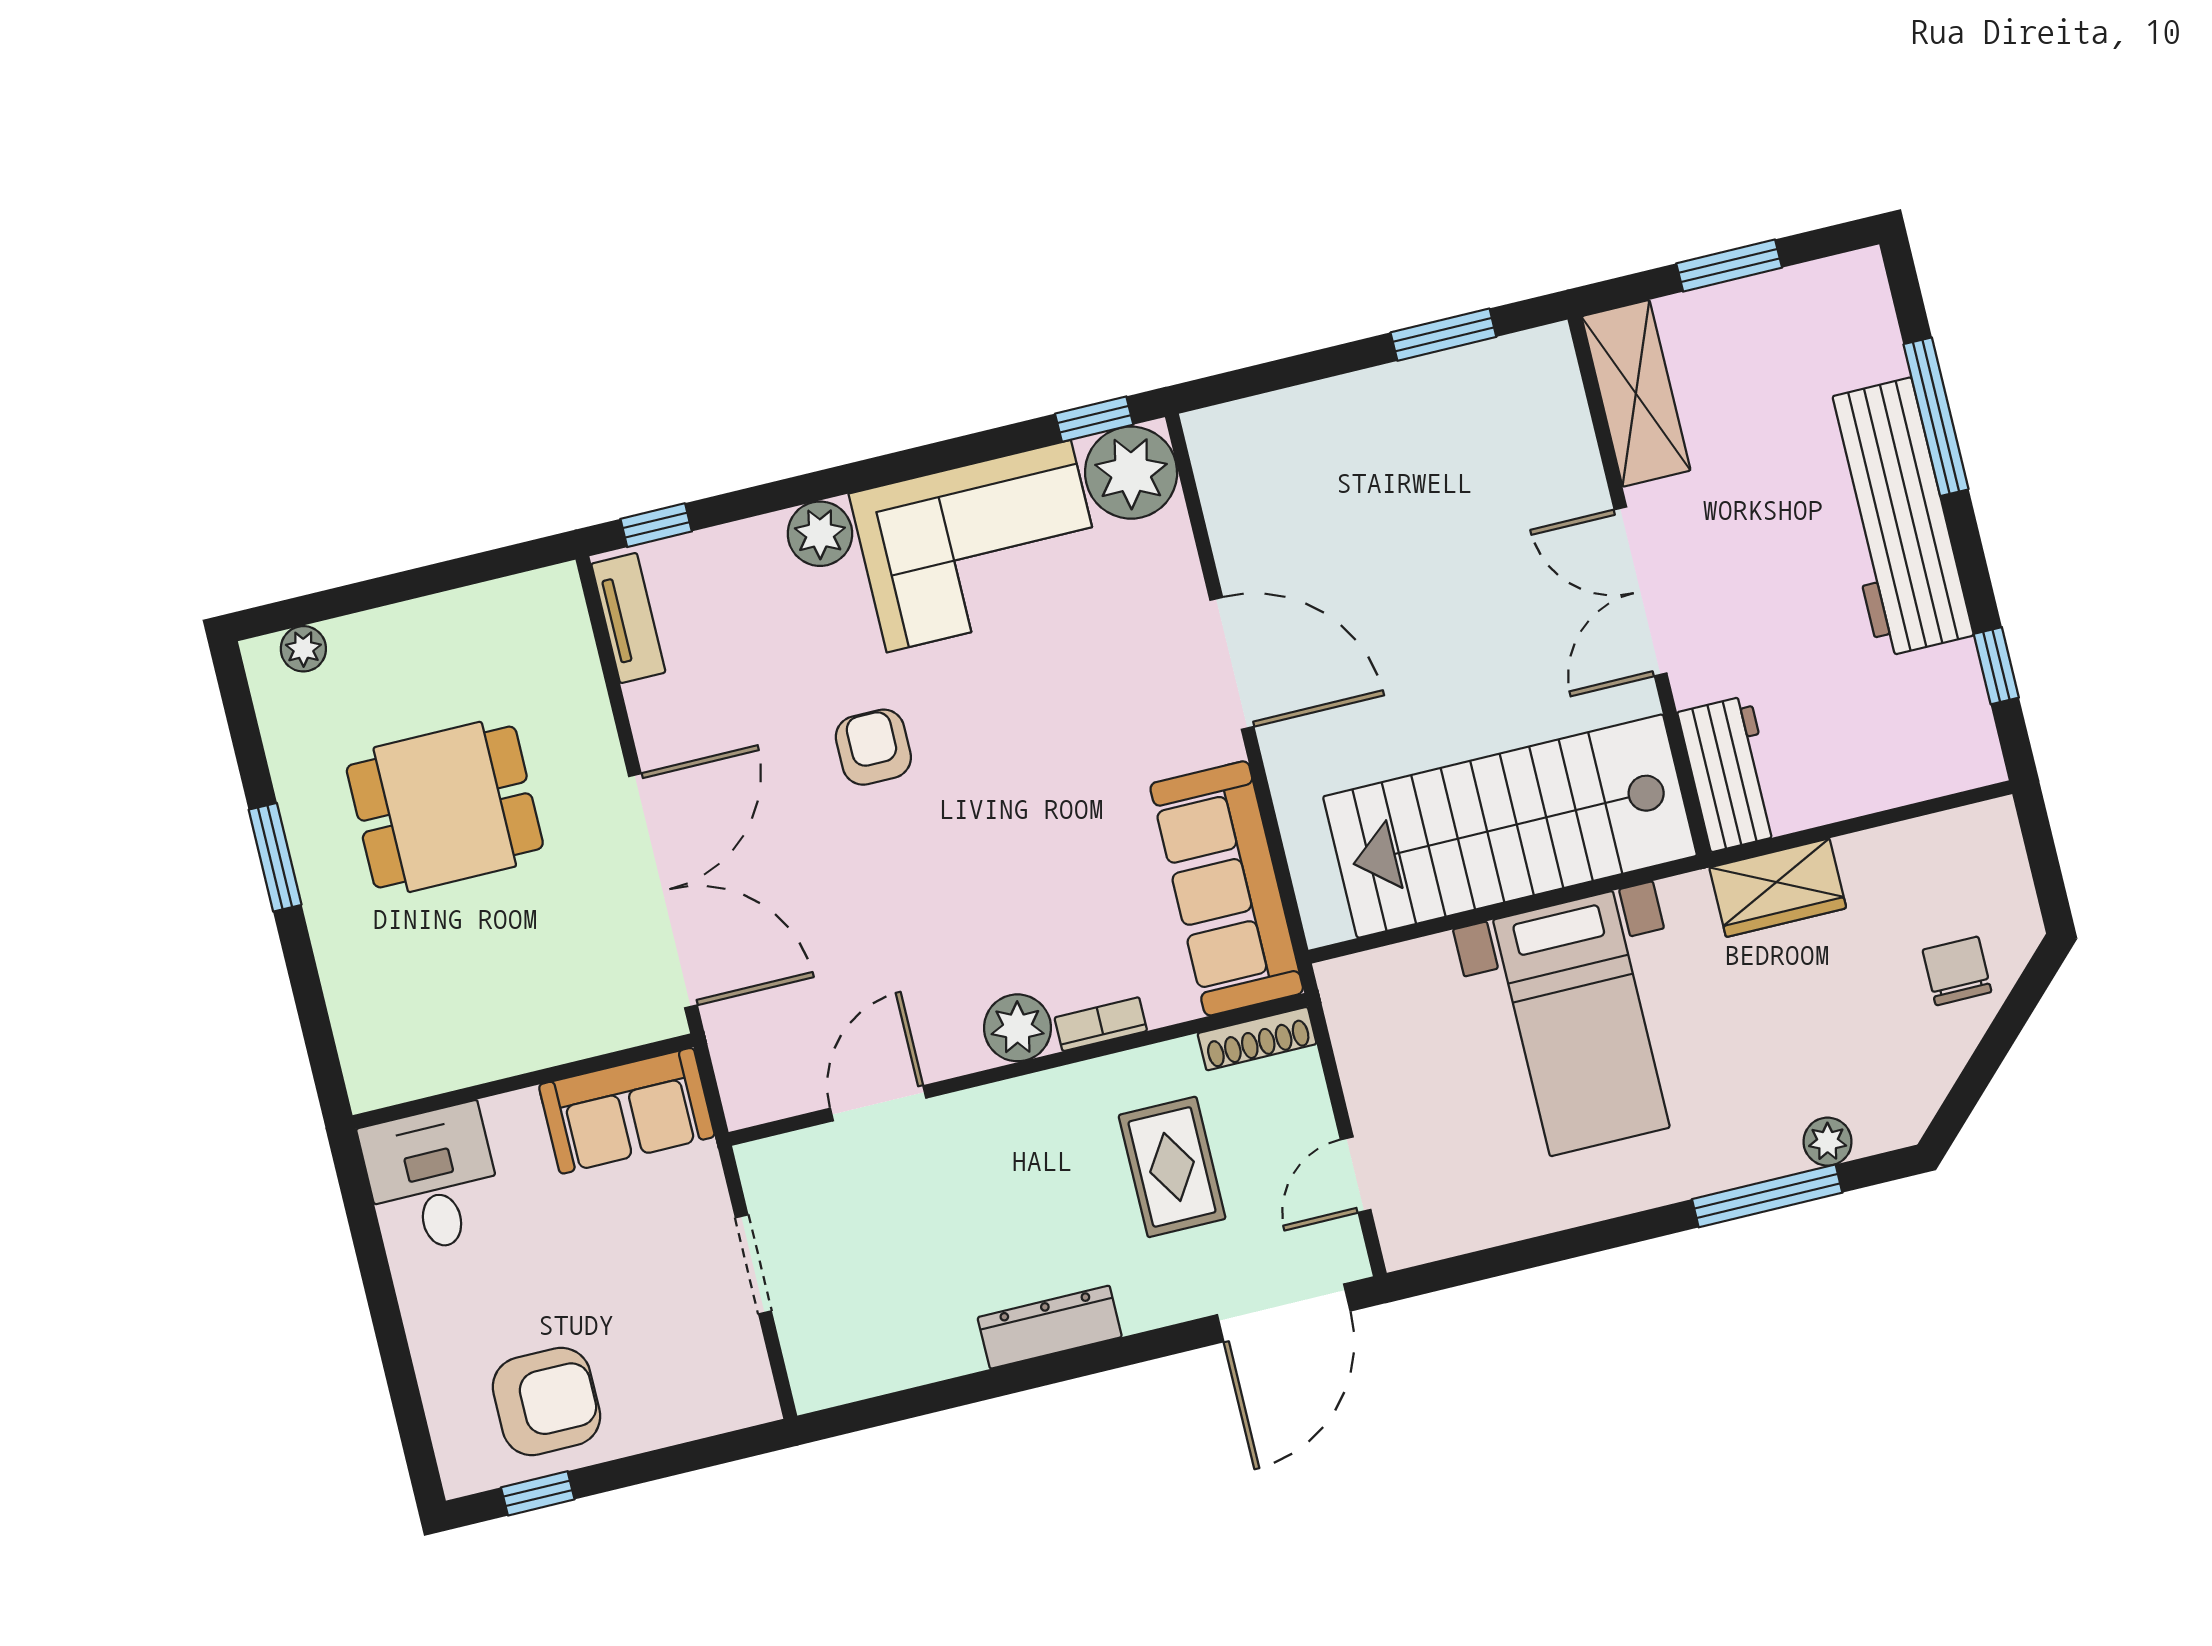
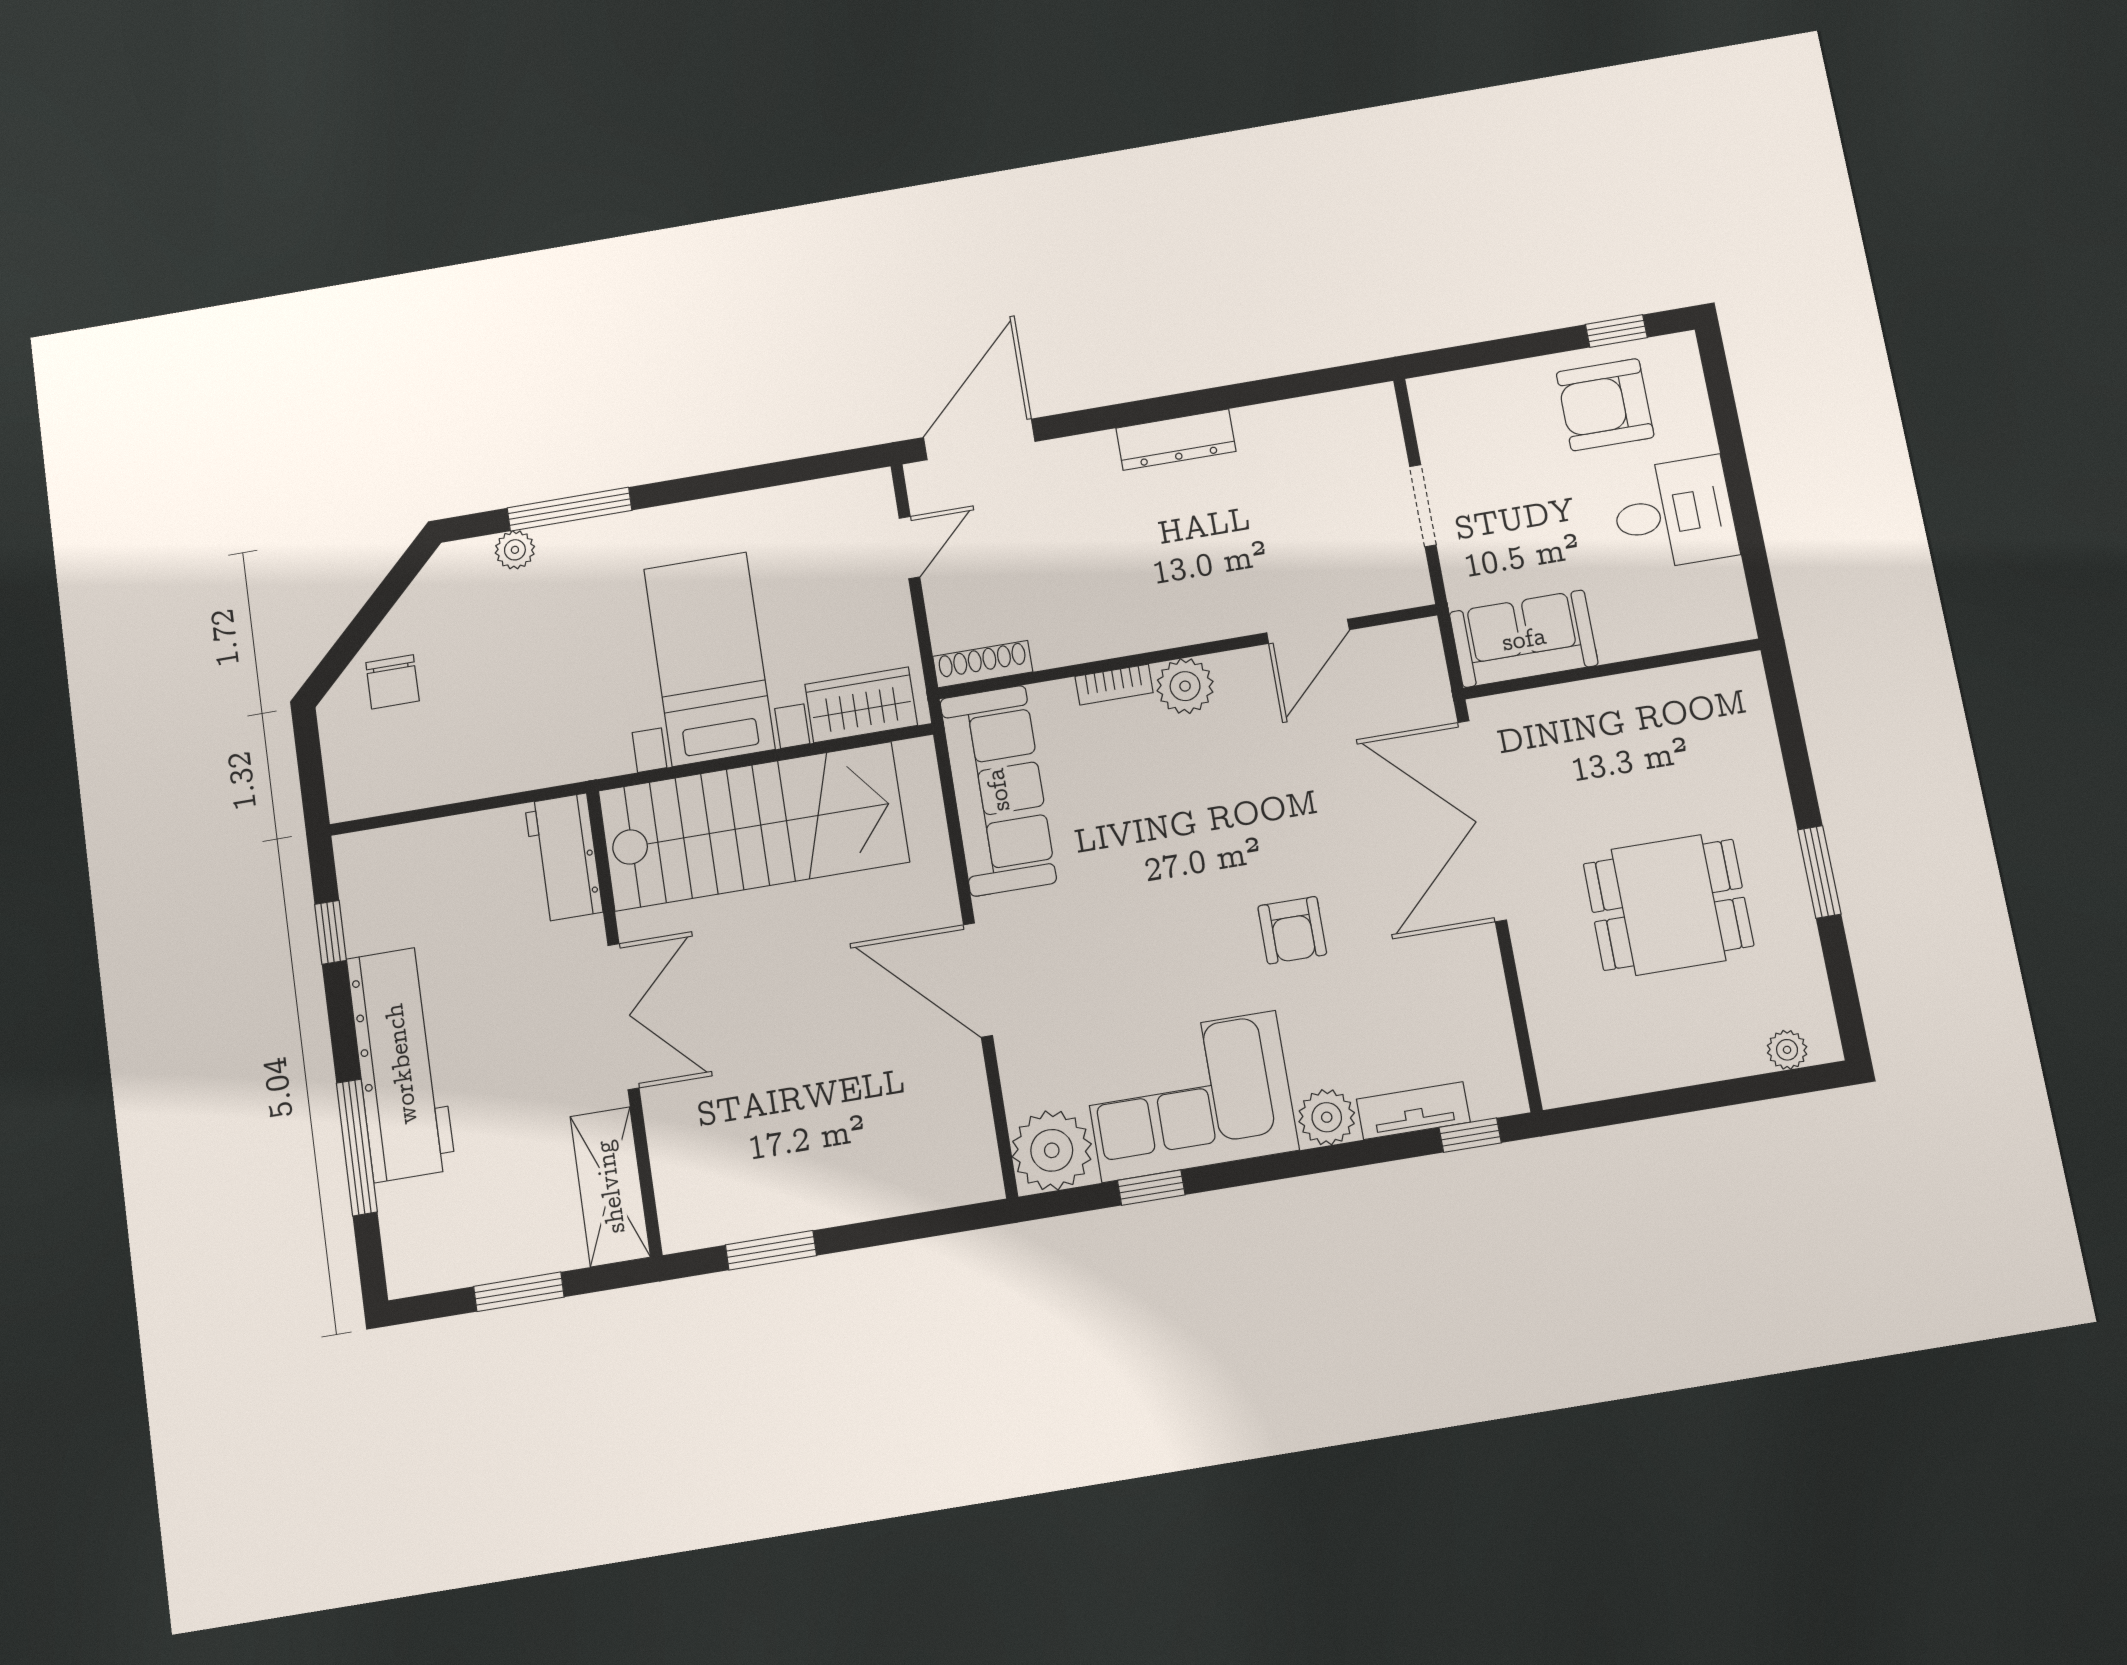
window: (1094, 419) -> (1151, 1188), moved
tv unit: (628, 618) -> (1413, 1111), moved, turned 90
wardrobe: (1778, 888) -> (861, 705), moved
rug: (1172, 1167) -> (1063, 563), removed
desk: (432, 1180) -> (1674, 514), moved, turned -90

